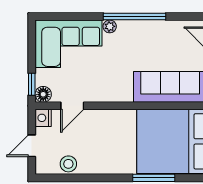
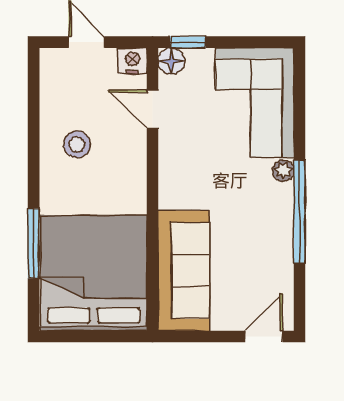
stool: (68, 164) -> (77, 144), moved

